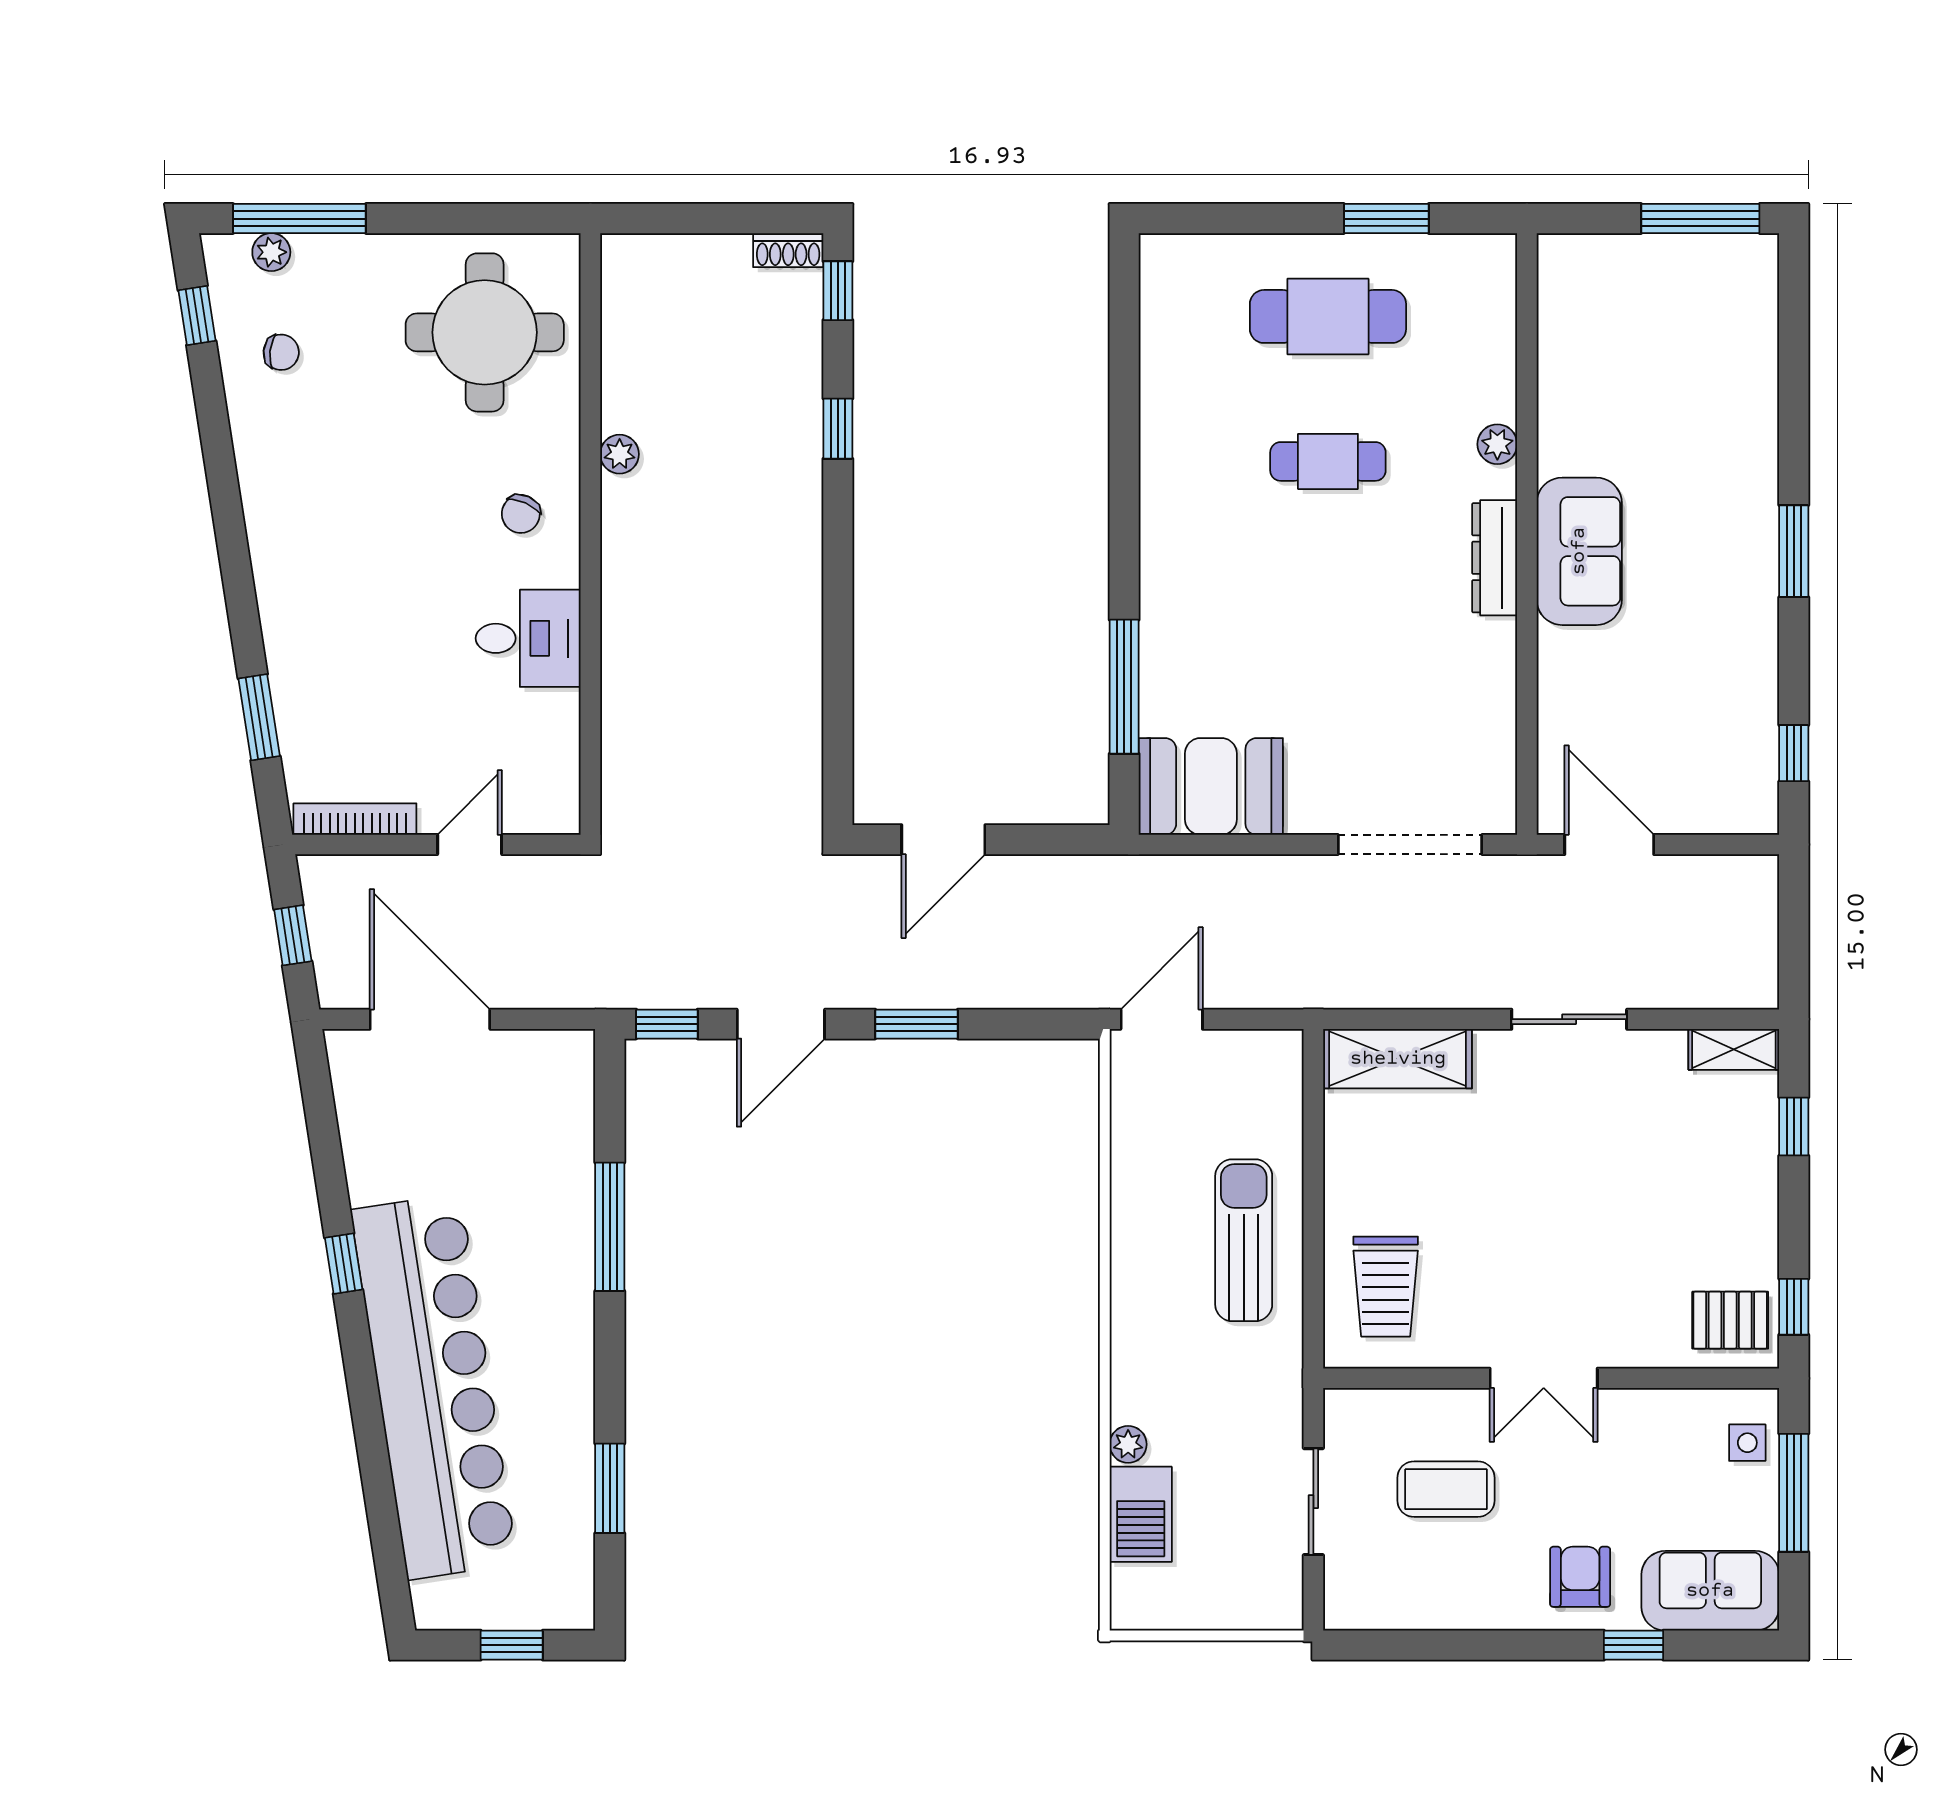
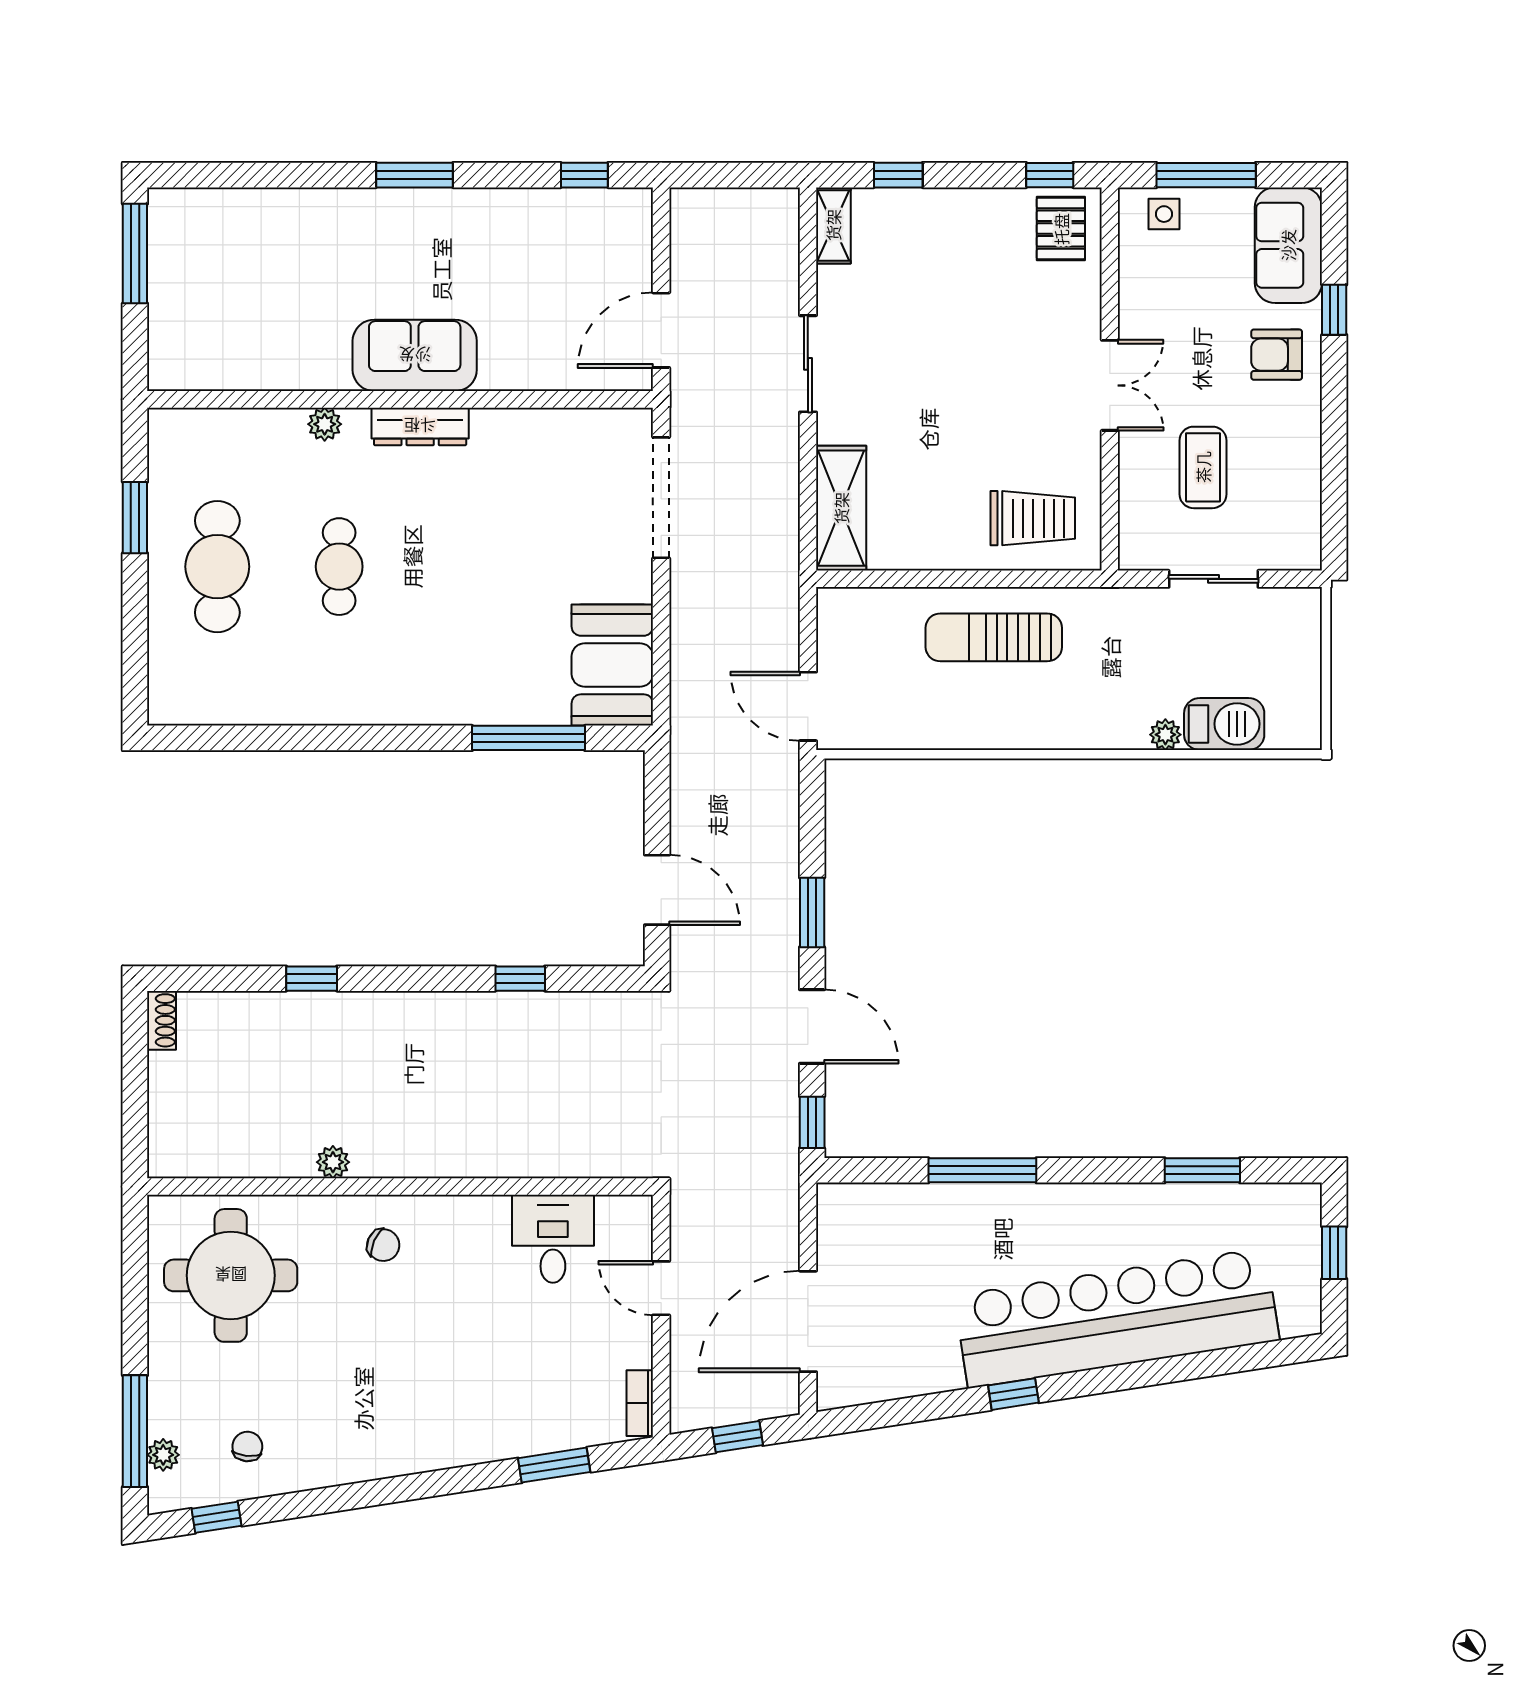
window: (838, 291) -> (520, 979), moved
desk: (528, 638) -> (553, 1239), moved
bookcase: (355, 819) -> (640, 1403), width x0.64

